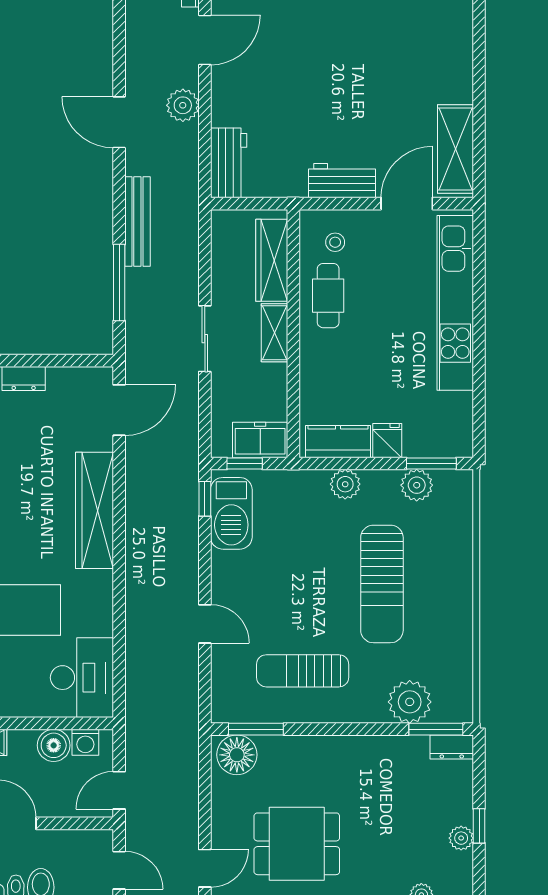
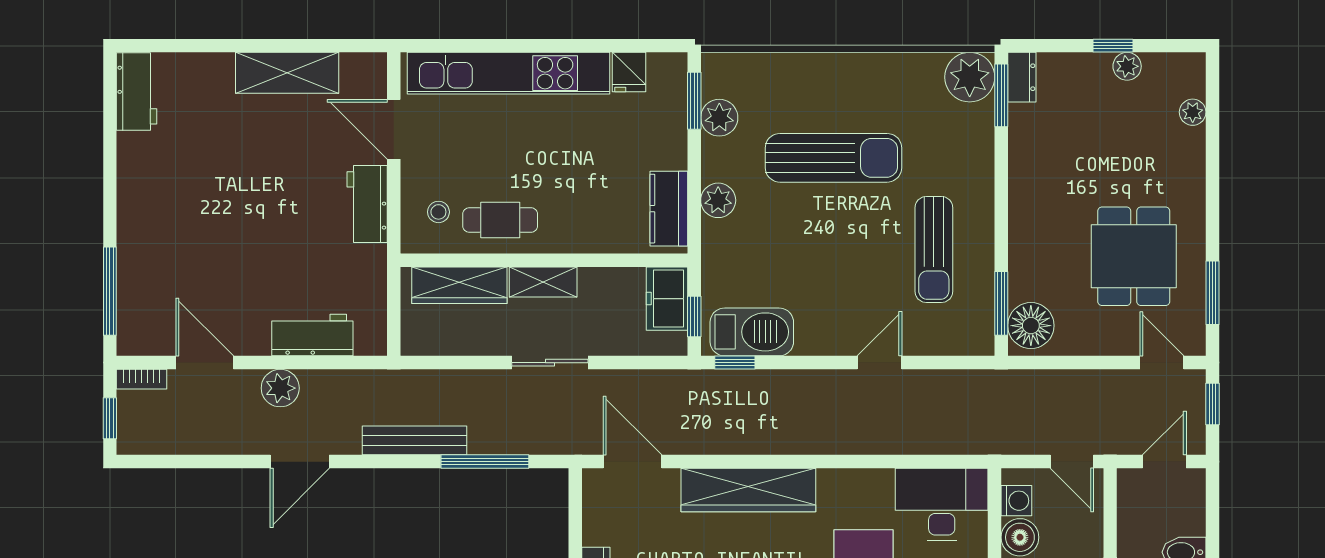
shelving: (456, 149) -> (287, 73), moved
workbench: (229, 163) -> (312, 335), moved
fridge: (387, 441) -> (629, 72), moved, turned -90
plant: (410, 702) -> (970, 77), moved

